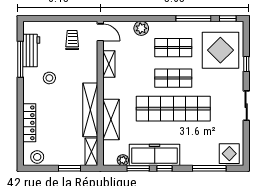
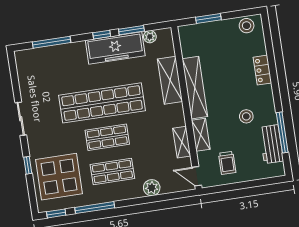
locker: (29, 123) -> (262, 70), width x0.66
shelving: (91, 152) -> (201, 135), moved
display table: (229, 154) -> (31, 62), removed

